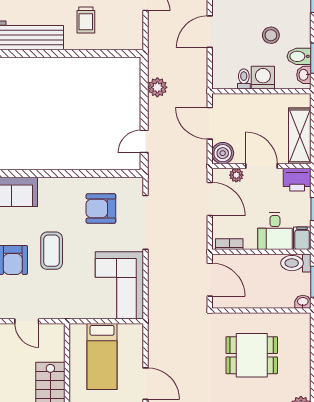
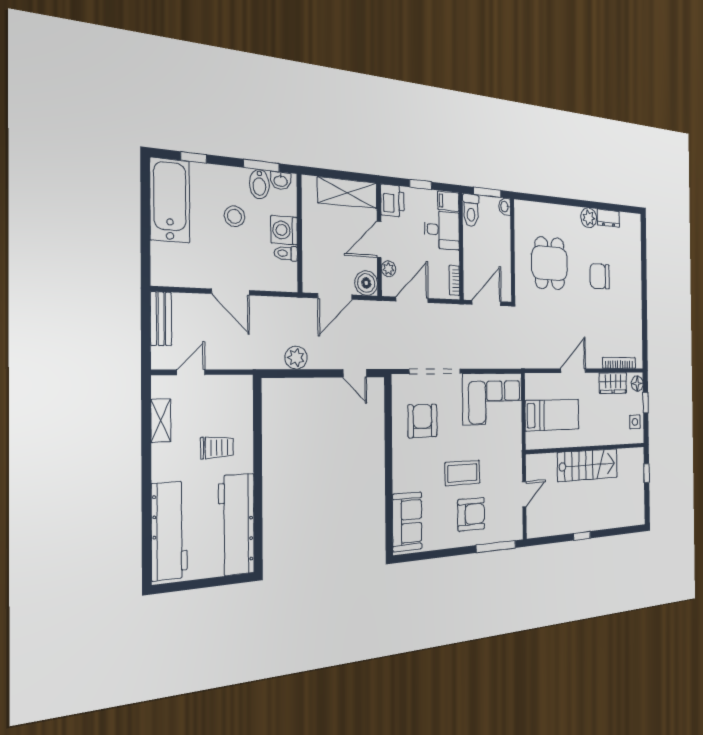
armchair: (101, 209) -> (422, 421), turned 180

